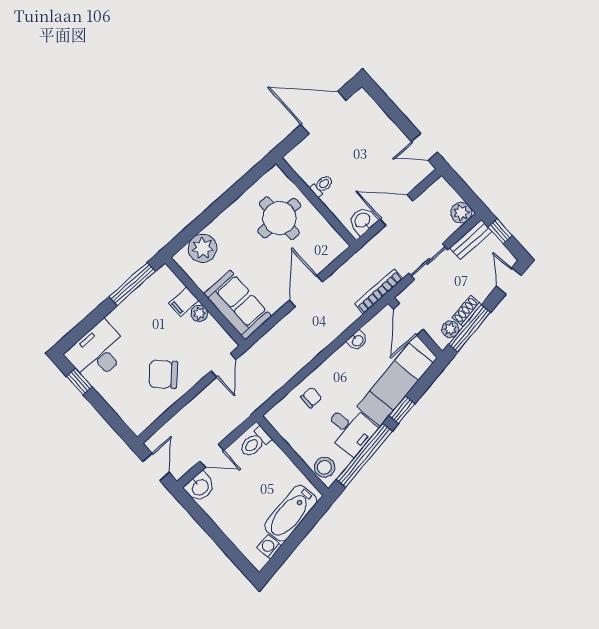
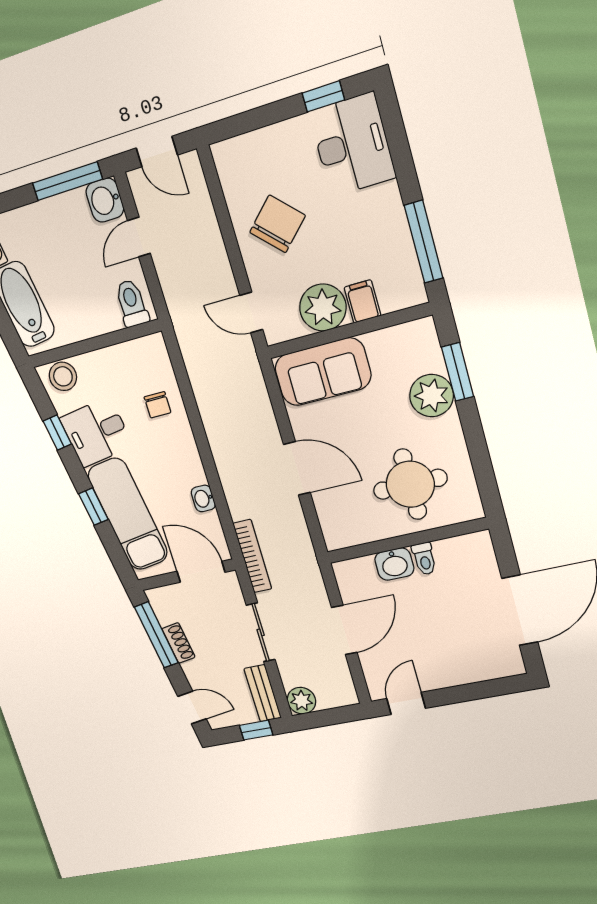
washbasin: (363, 221) -> (394, 564), moved, turned 90
window: (197, 226) -> (458, 372), added
plant: (202, 248) -> (432, 396), moved
plant: (199, 313) -> (323, 308), width x1.87, depth x1.87
plant: (450, 329) -> (166, 613), removed
window: (364, 455) -> (57, 433), width x0.32
window: (200, 516) -> (67, 181), added

